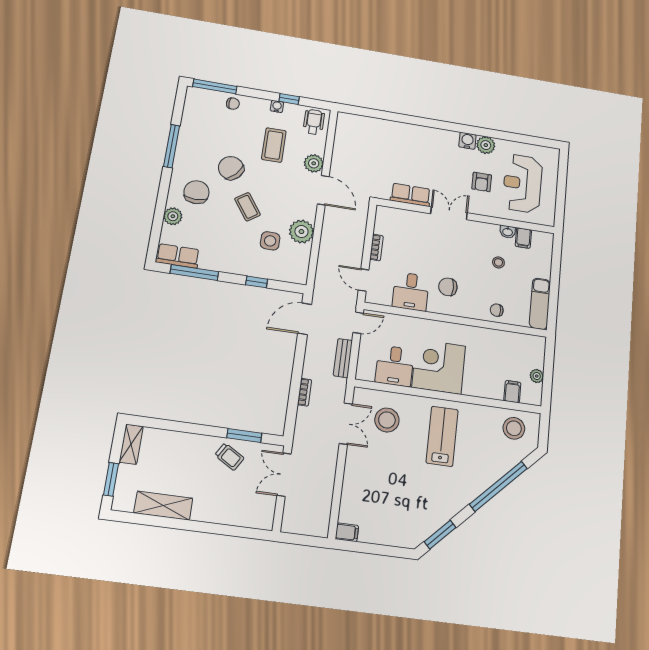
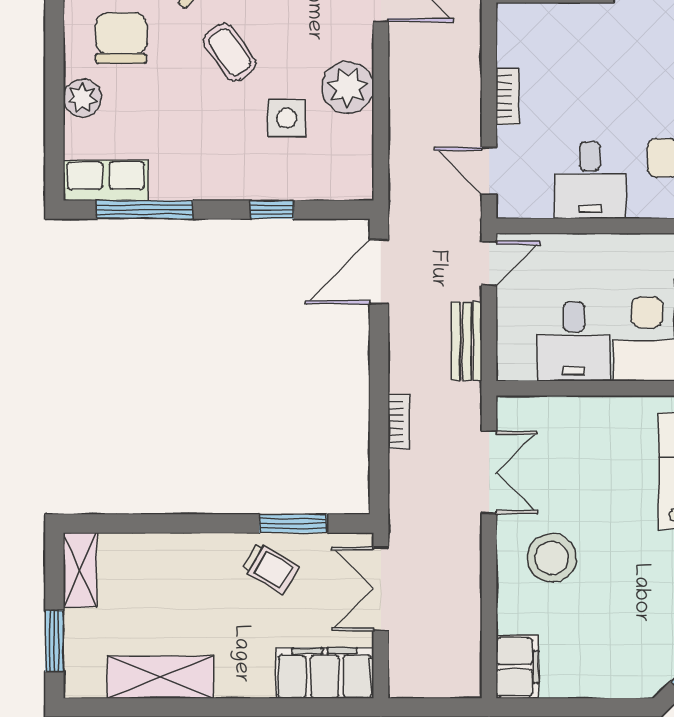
stool: (387, 420) -> (552, 558), moved
filing cabinet: (249, 515) -> (325, 673), added
filing cabinet: (347, 532) -> (517, 667), width x2.00

